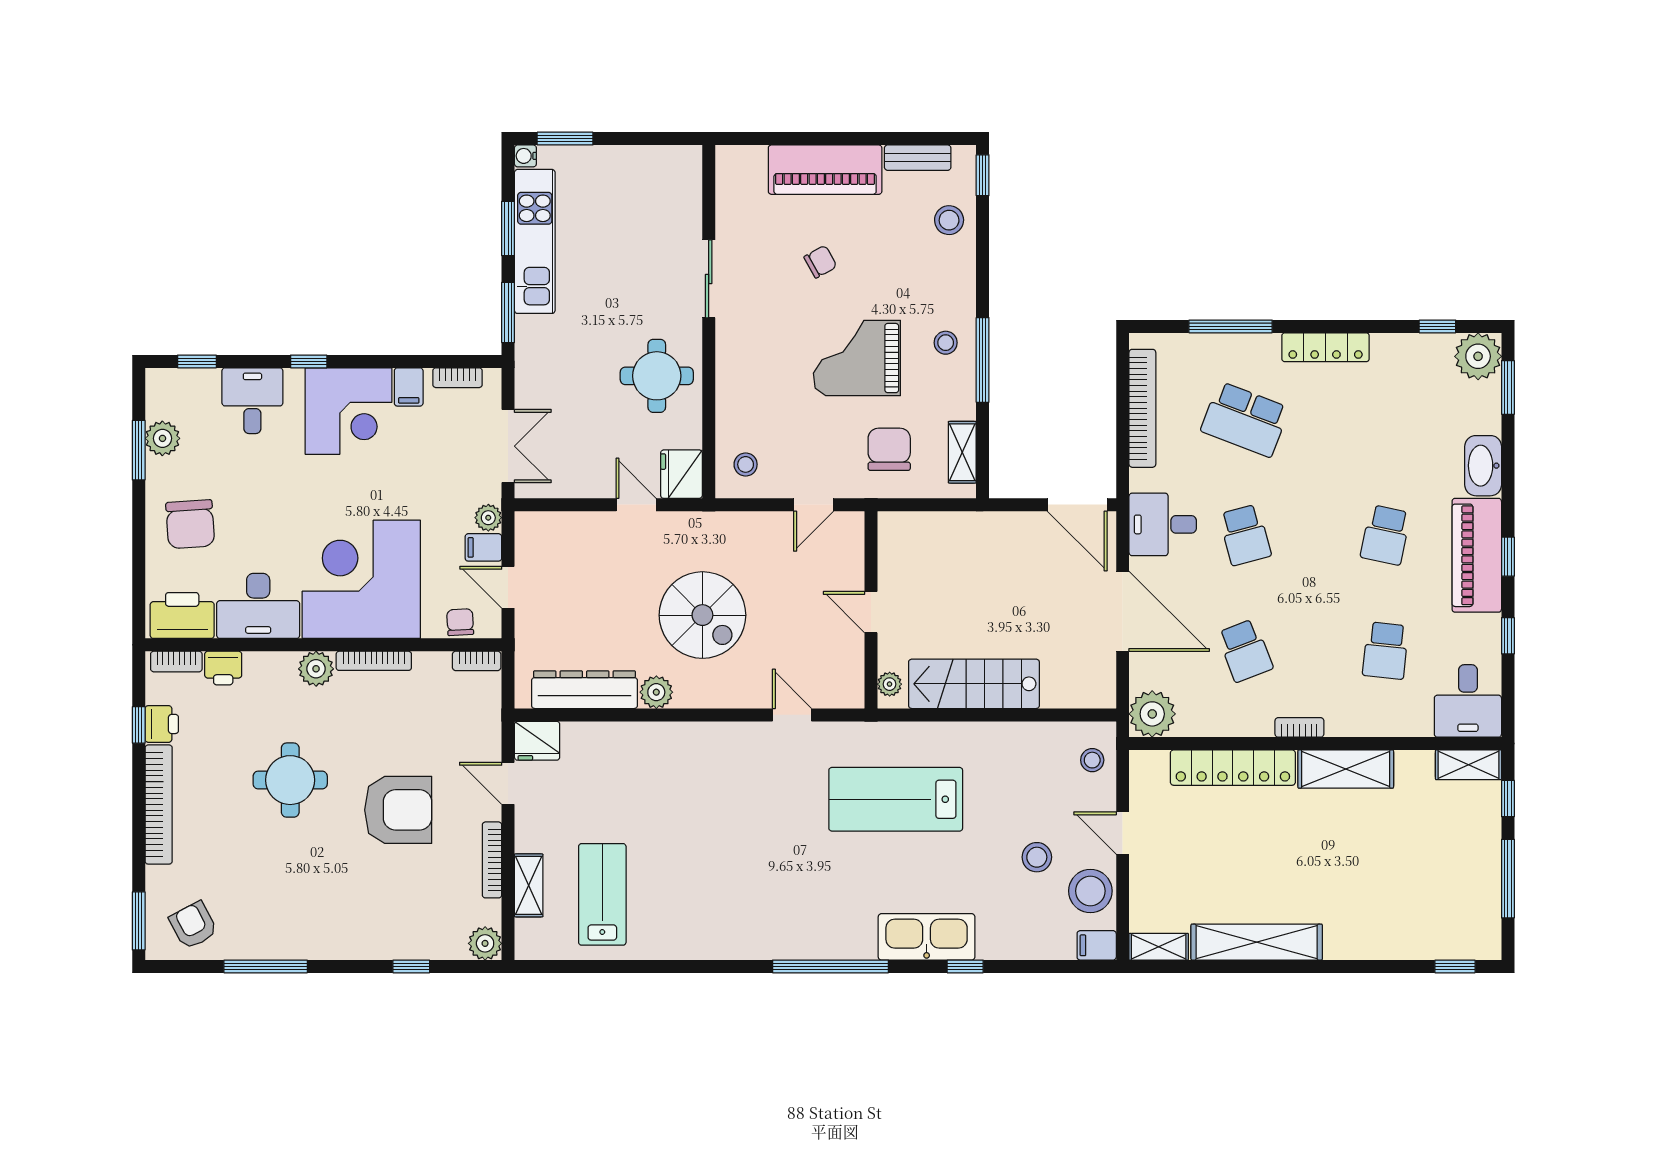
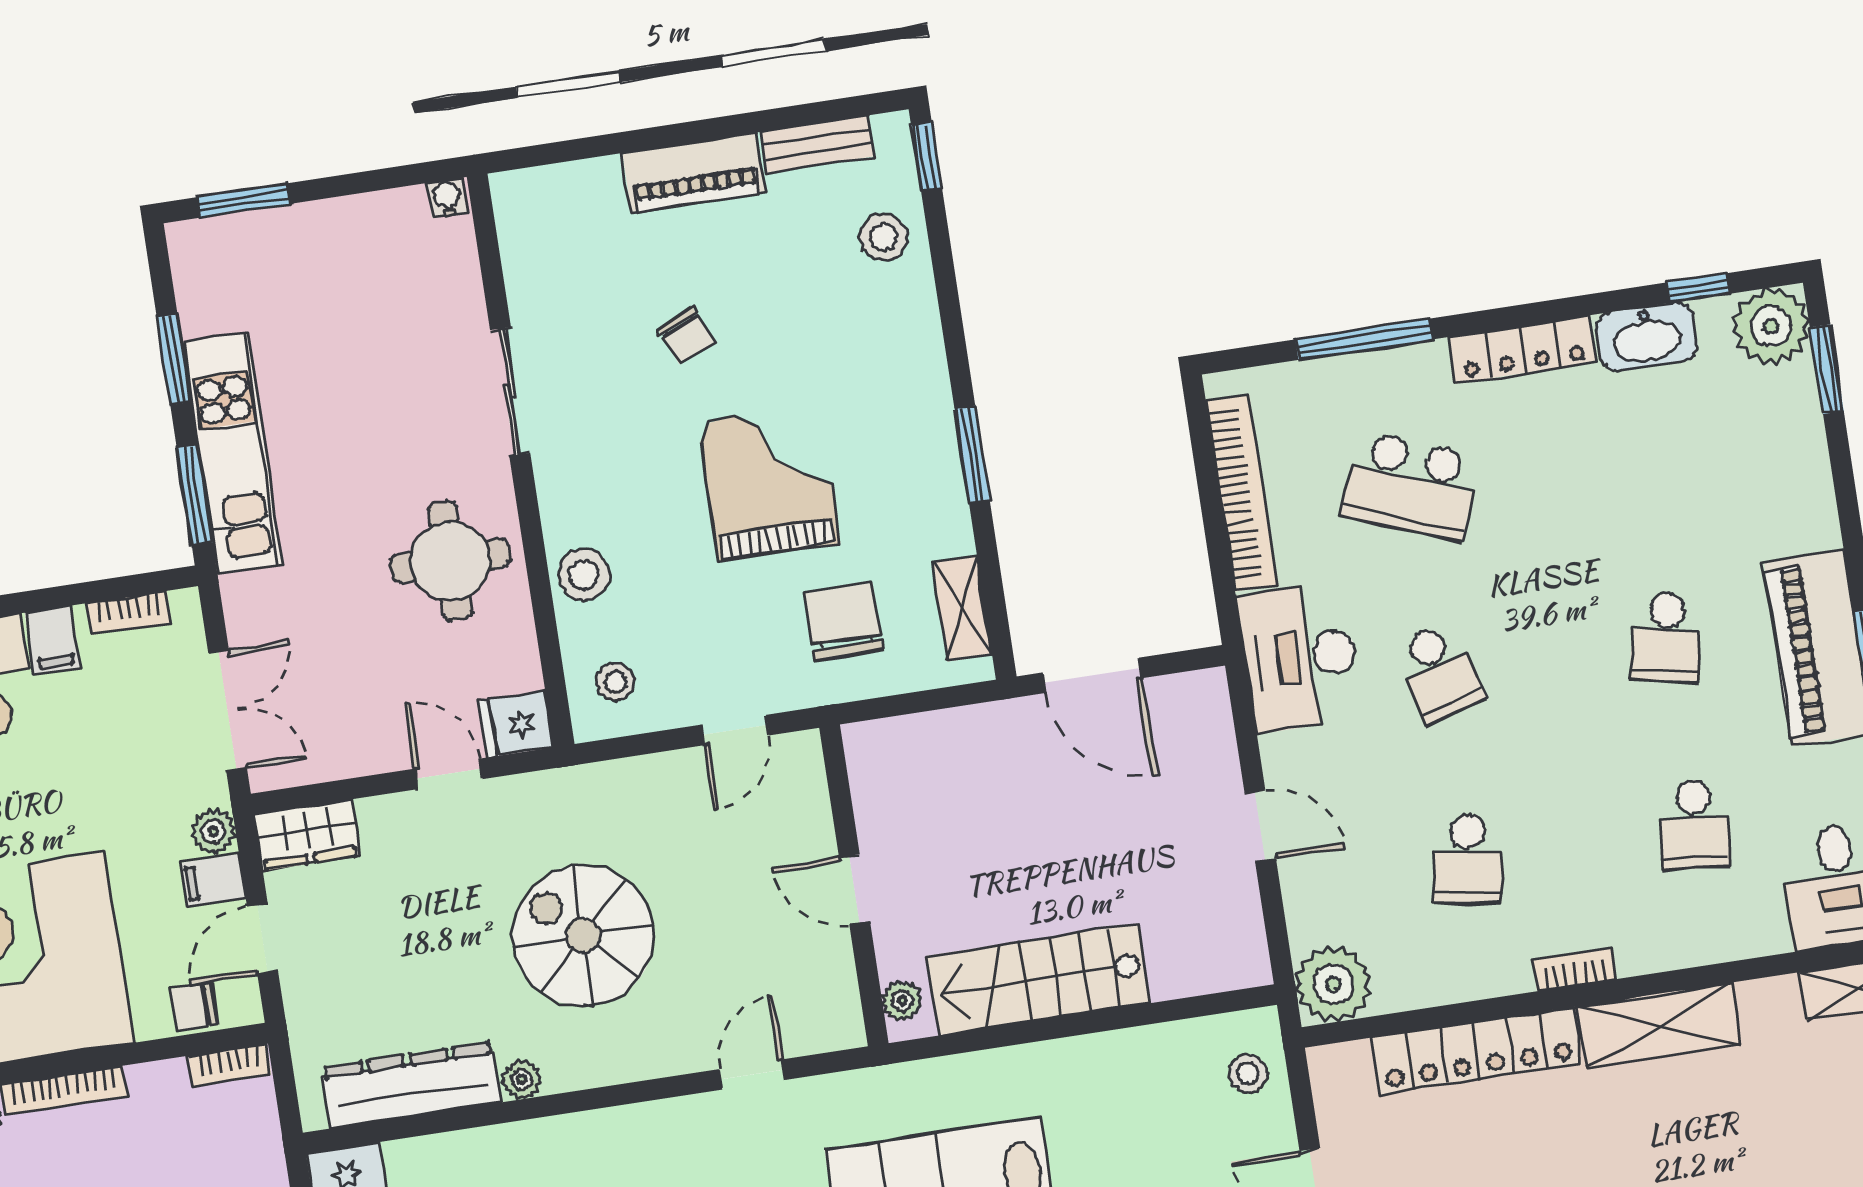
water cooler: (525, 156) -> (447, 198), moved, turned 90
piano: (825, 170) -> (694, 173), width x0.73, depth x0.75
kitchen unit: (535, 241) -> (232, 453), moved
chair: (820, 262) -> (686, 336), turned 96
stool: (946, 343) -> (584, 575), moved, width x1.37, depth x1.37
grand piano: (857, 358) -> (769, 483), turned 90
window: (983, 360) -> (972, 455), width x0.69
washbasin: (1483, 466) -> (1647, 337), moved, turned -90
fridge: (681, 474) -> (516, 724), width x0.72
door: (1077, 505) -> (1093, 675), moved
desk: (1163, 524) -> (1301, 657), width x1.37
wardrobe: (545, 529) -> (307, 835), added
door: (508, 587) -> (263, 939), hinge flipped
door: (1123, 611) -> (1260, 826), width x0.53
spiral stairs: (702, 615) -> (583, 935), turned 180
chair: (460, 622) -> (194, 1007), turned -87
school desk: (1245, 651) -> (1467, 859), turned 30
plant: (656, 692) -> (522, 1080), width x0.73, depth x0.73
door: (792, 715) -> (752, 1074), hinge flipped

